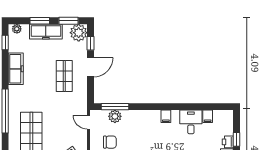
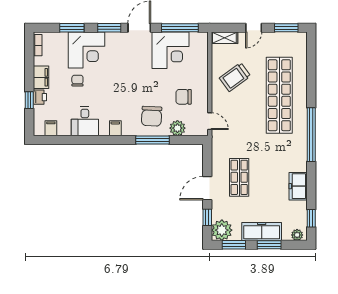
freezer: (16, 69) -> (298, 186), width x0.71
window: (115, 107) -> (152, 140), moved
filing cabinet: (208, 116) -> (51, 128), moved
chair: (136, 126) -> (152, 116), added

